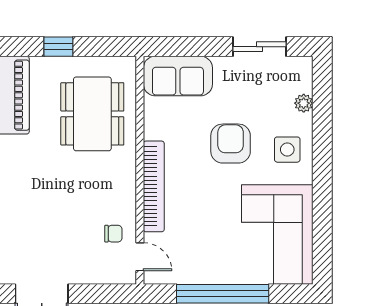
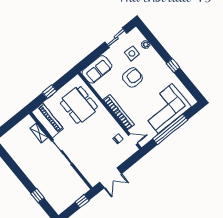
armchair: (231, 144) -> (132, 77), turned 90
side table: (287, 150) -> (132, 53), moved
window: (322, 182) -> (173, 66), added
corner sofa: (277, 234) -> (165, 108), moved, turned 90

